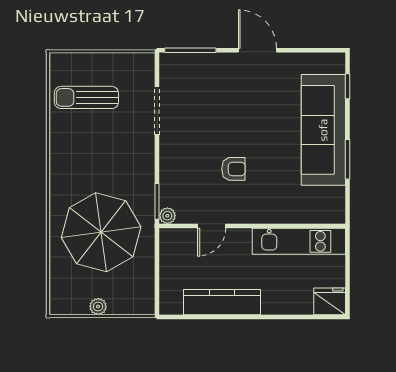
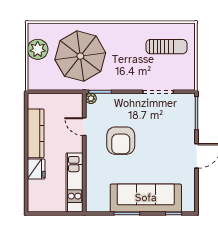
sun lounger: (86, 97) -> (166, 47), turned 90
armchair: (233, 169) -> (121, 141), width x1.88, depth x1.88
fridge: (330, 301) -> (36, 169), moved
plant: (98, 306) -> (38, 49), width x1.88, depth x1.88

